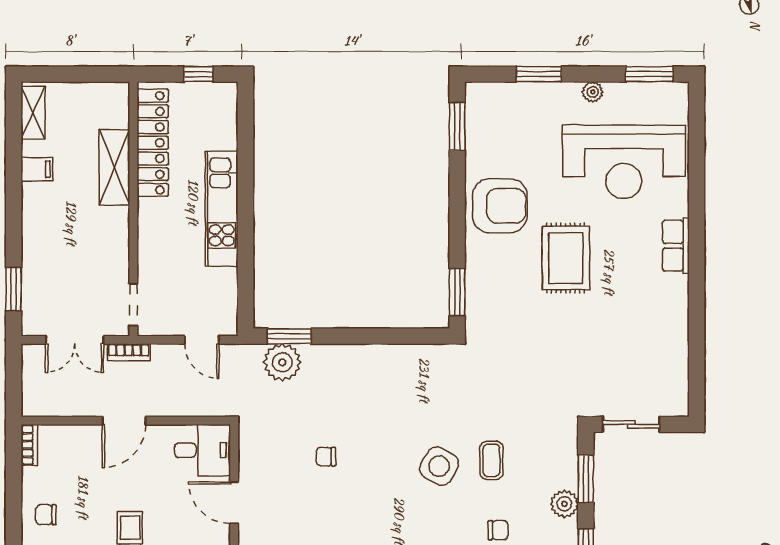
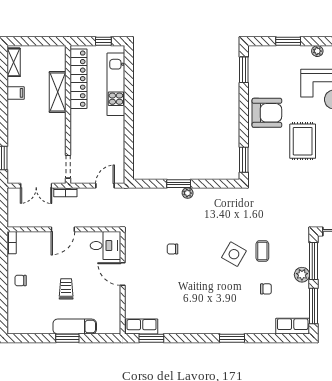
kitchen unit: (222, 209) -> (116, 84), moved
window: (289, 336) -> (179, 184), moved
door: (202, 340) -> (105, 186), swing flipped
plant: (282, 362) -> (188, 193), moved, width x0.53, depth x0.53
window: (586, 479) -> (314, 261), width x1.44

